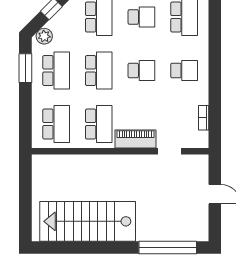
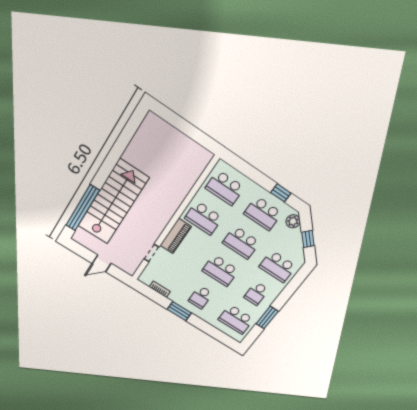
window: (25, 68) -> (281, 193), width x0.67
school desk: (141, 71) -> (220, 270), width x1.85
window: (215, 82) -> (179, 311), added
stairs: (88, 221) -> (113, 202), moved

